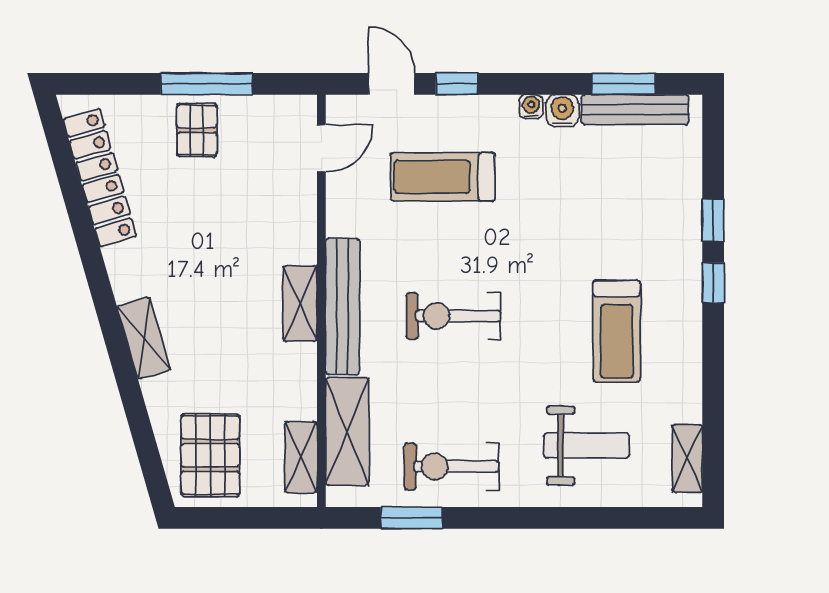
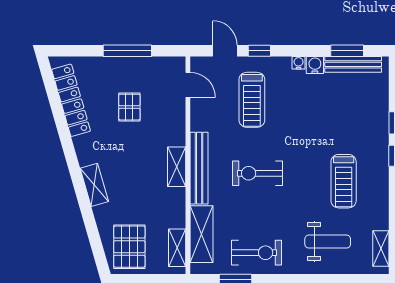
pallet: (197, 130) -> (129, 107), moved
door: (321, 148) -> (188, 85), hinge flipped
treadmill: (443, 177) -> (252, 100), turned -90
exercise bike: (452, 467) -> (257, 253), turned 180

